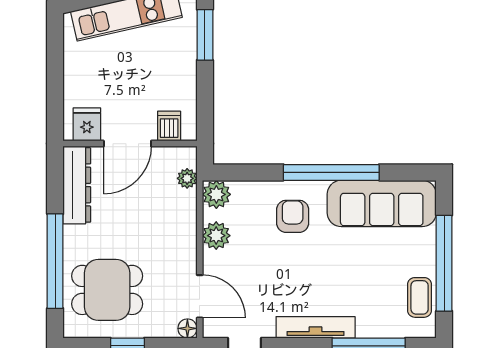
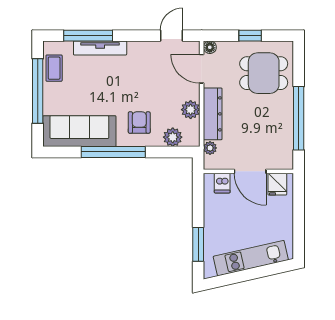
door: (127, 144) -> (250, 171), swing flipped
dresser: (77, 185) -> (213, 114), moved, turned 180
plant: (216, 194) -> (173, 137), moved
armchair: (293, 216) -> (139, 123), turned 180
window: (55, 261) -> (299, 118), moved
tv unit: (316, 327) -> (100, 48), moved

